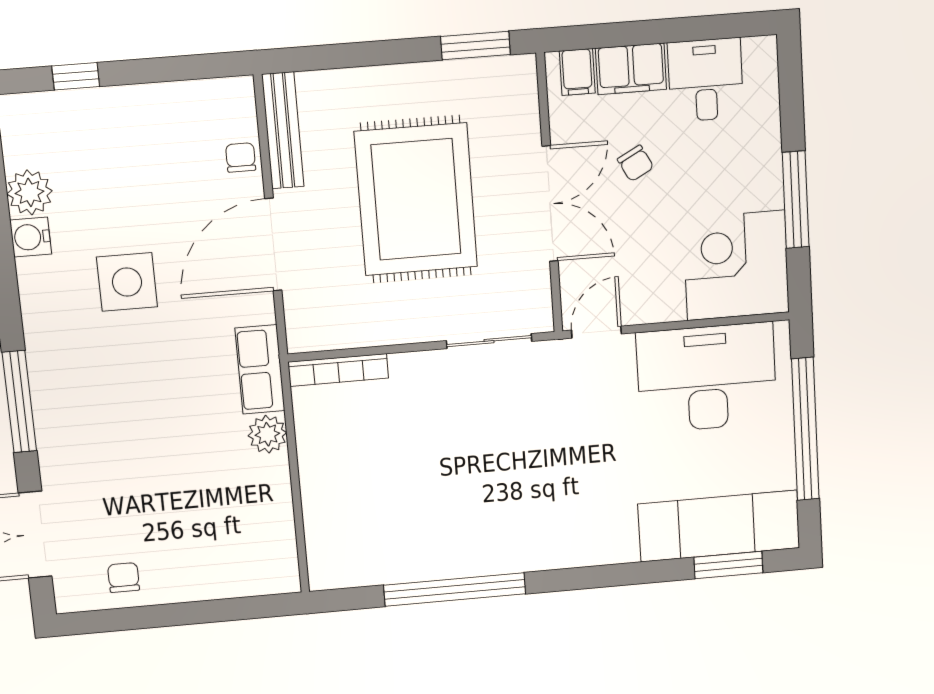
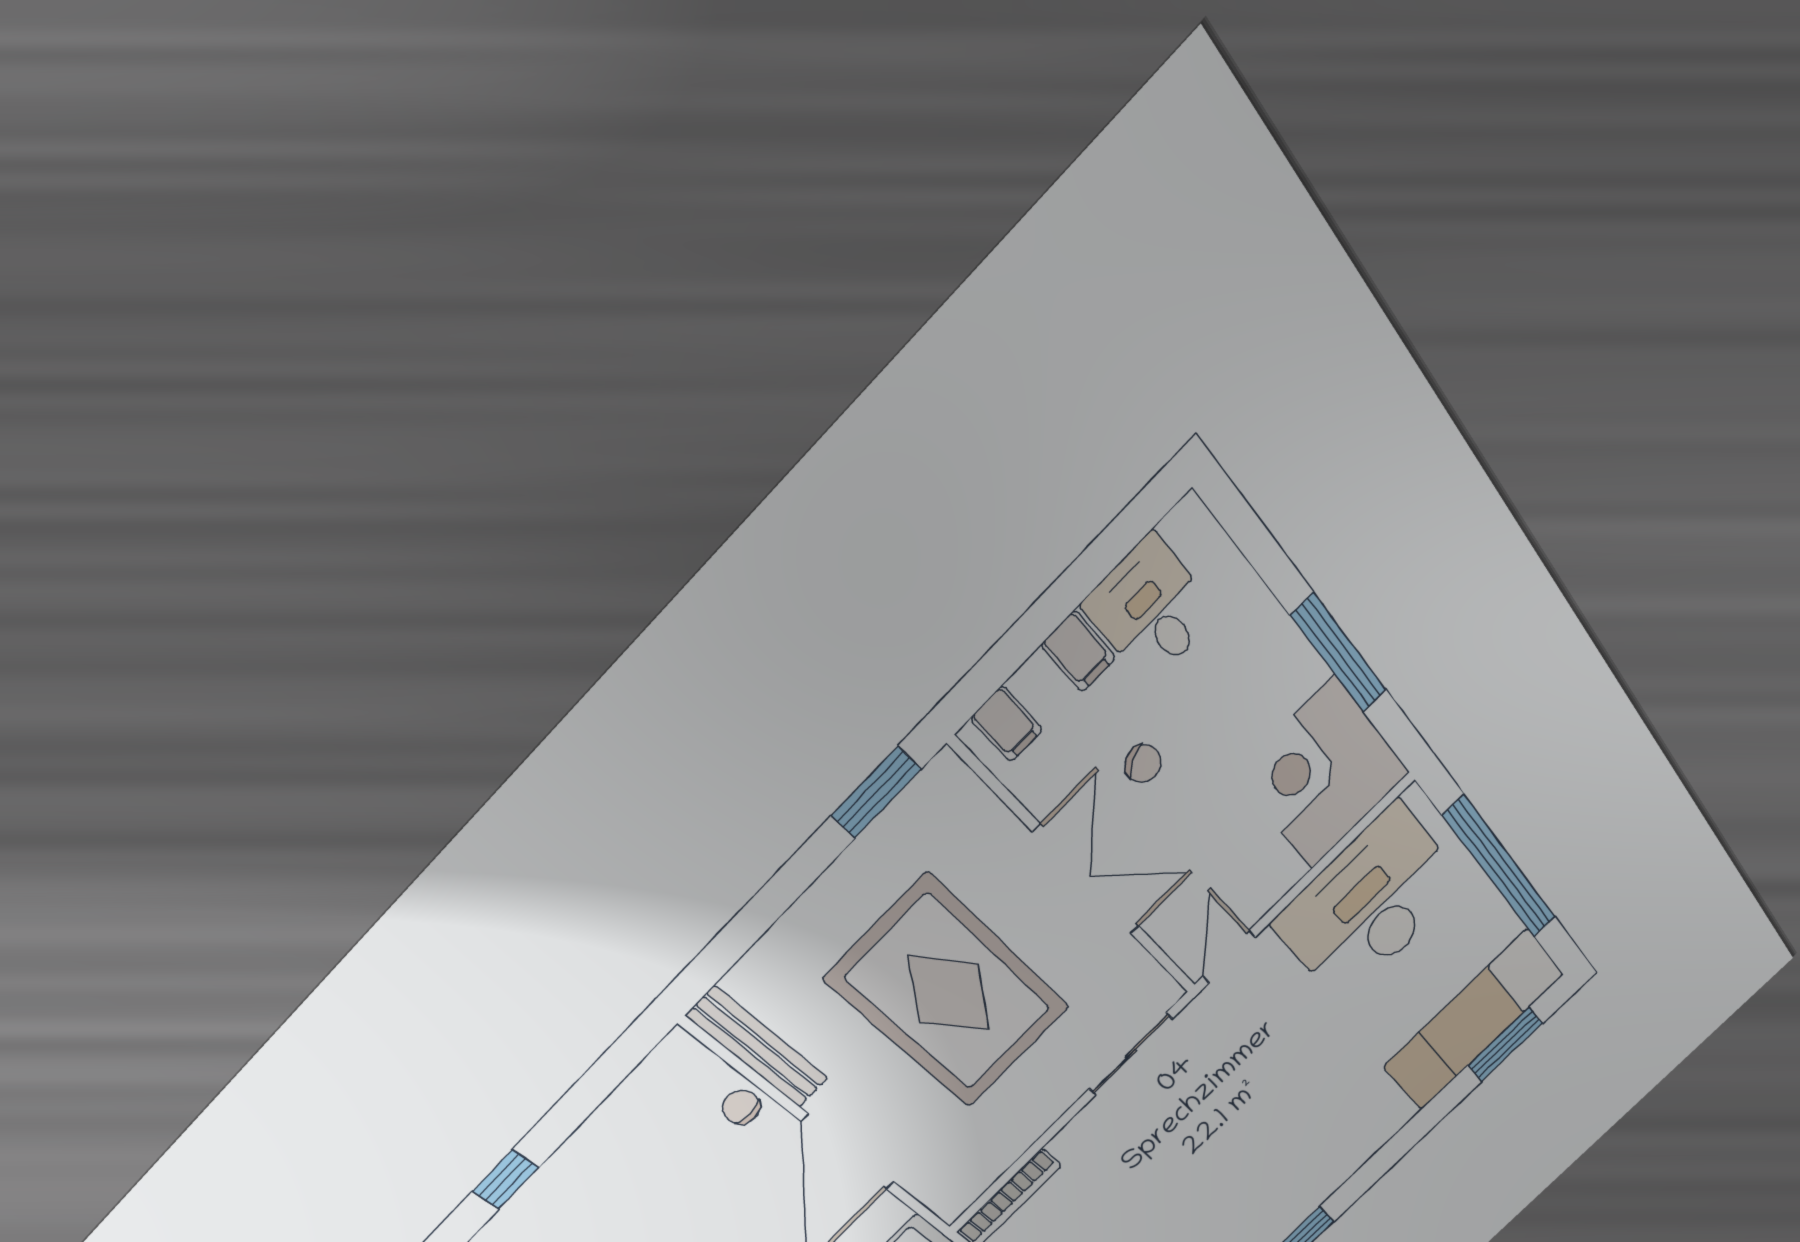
filing cabinet: (631, 69) -> (1078, 651), width x0.50

